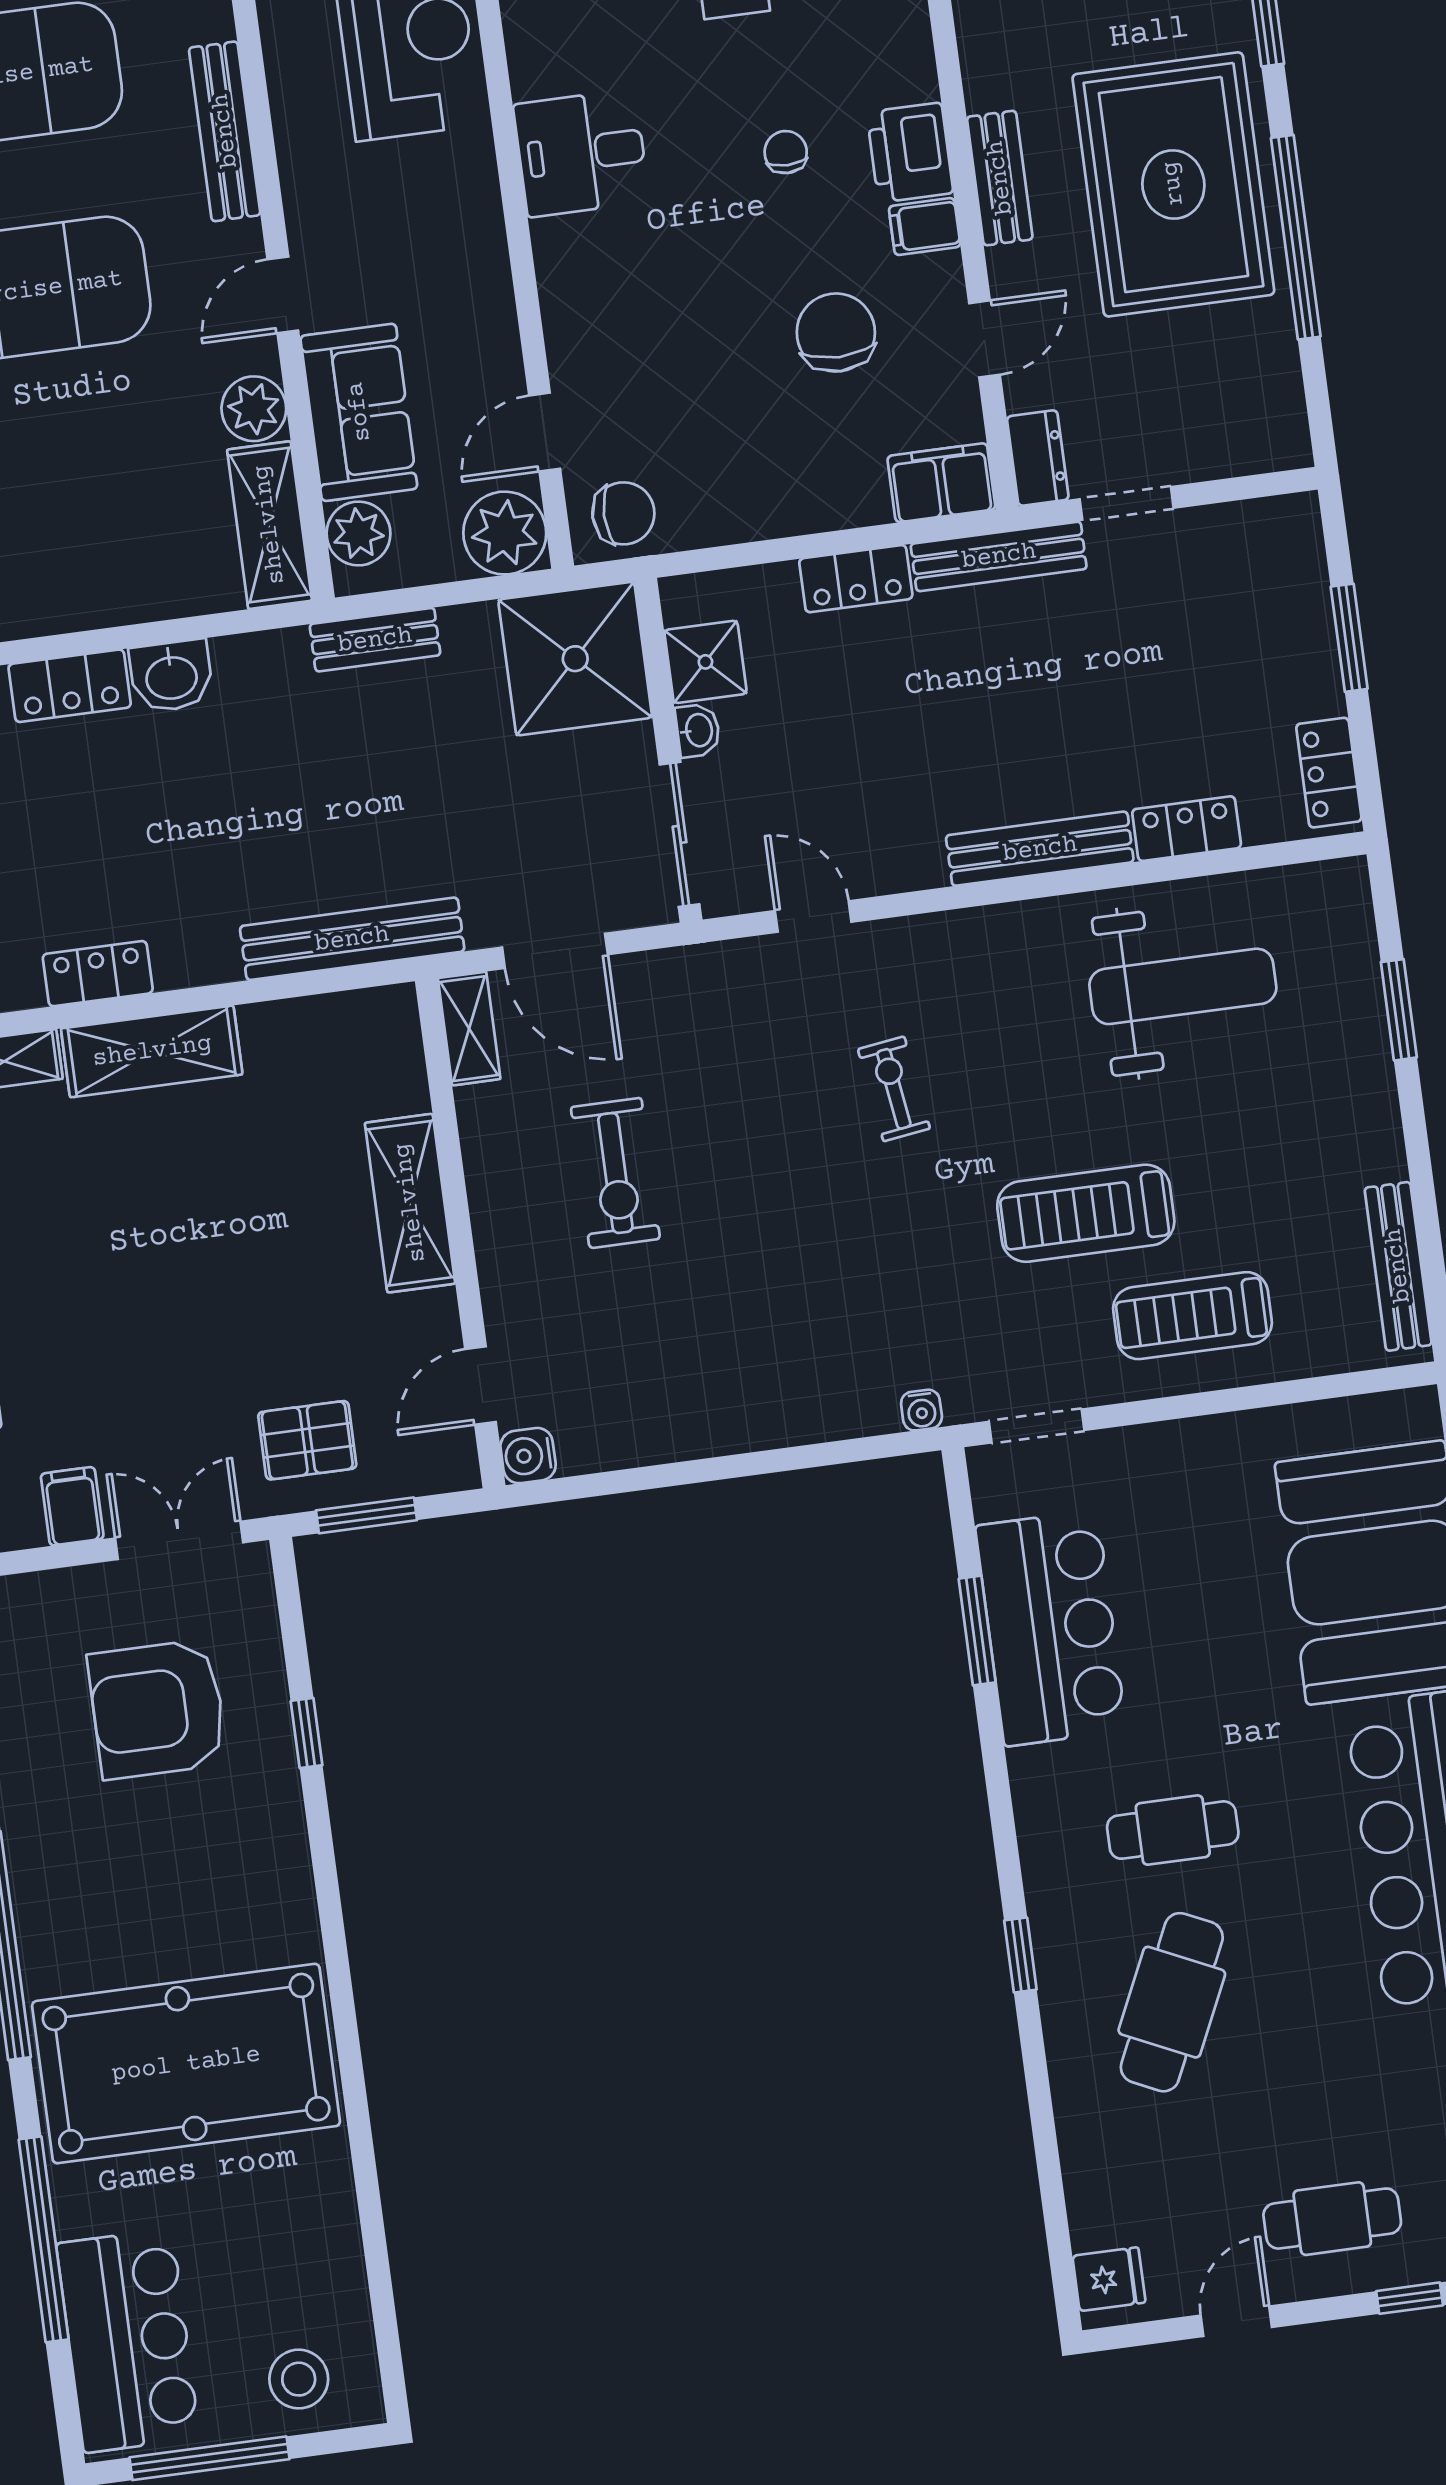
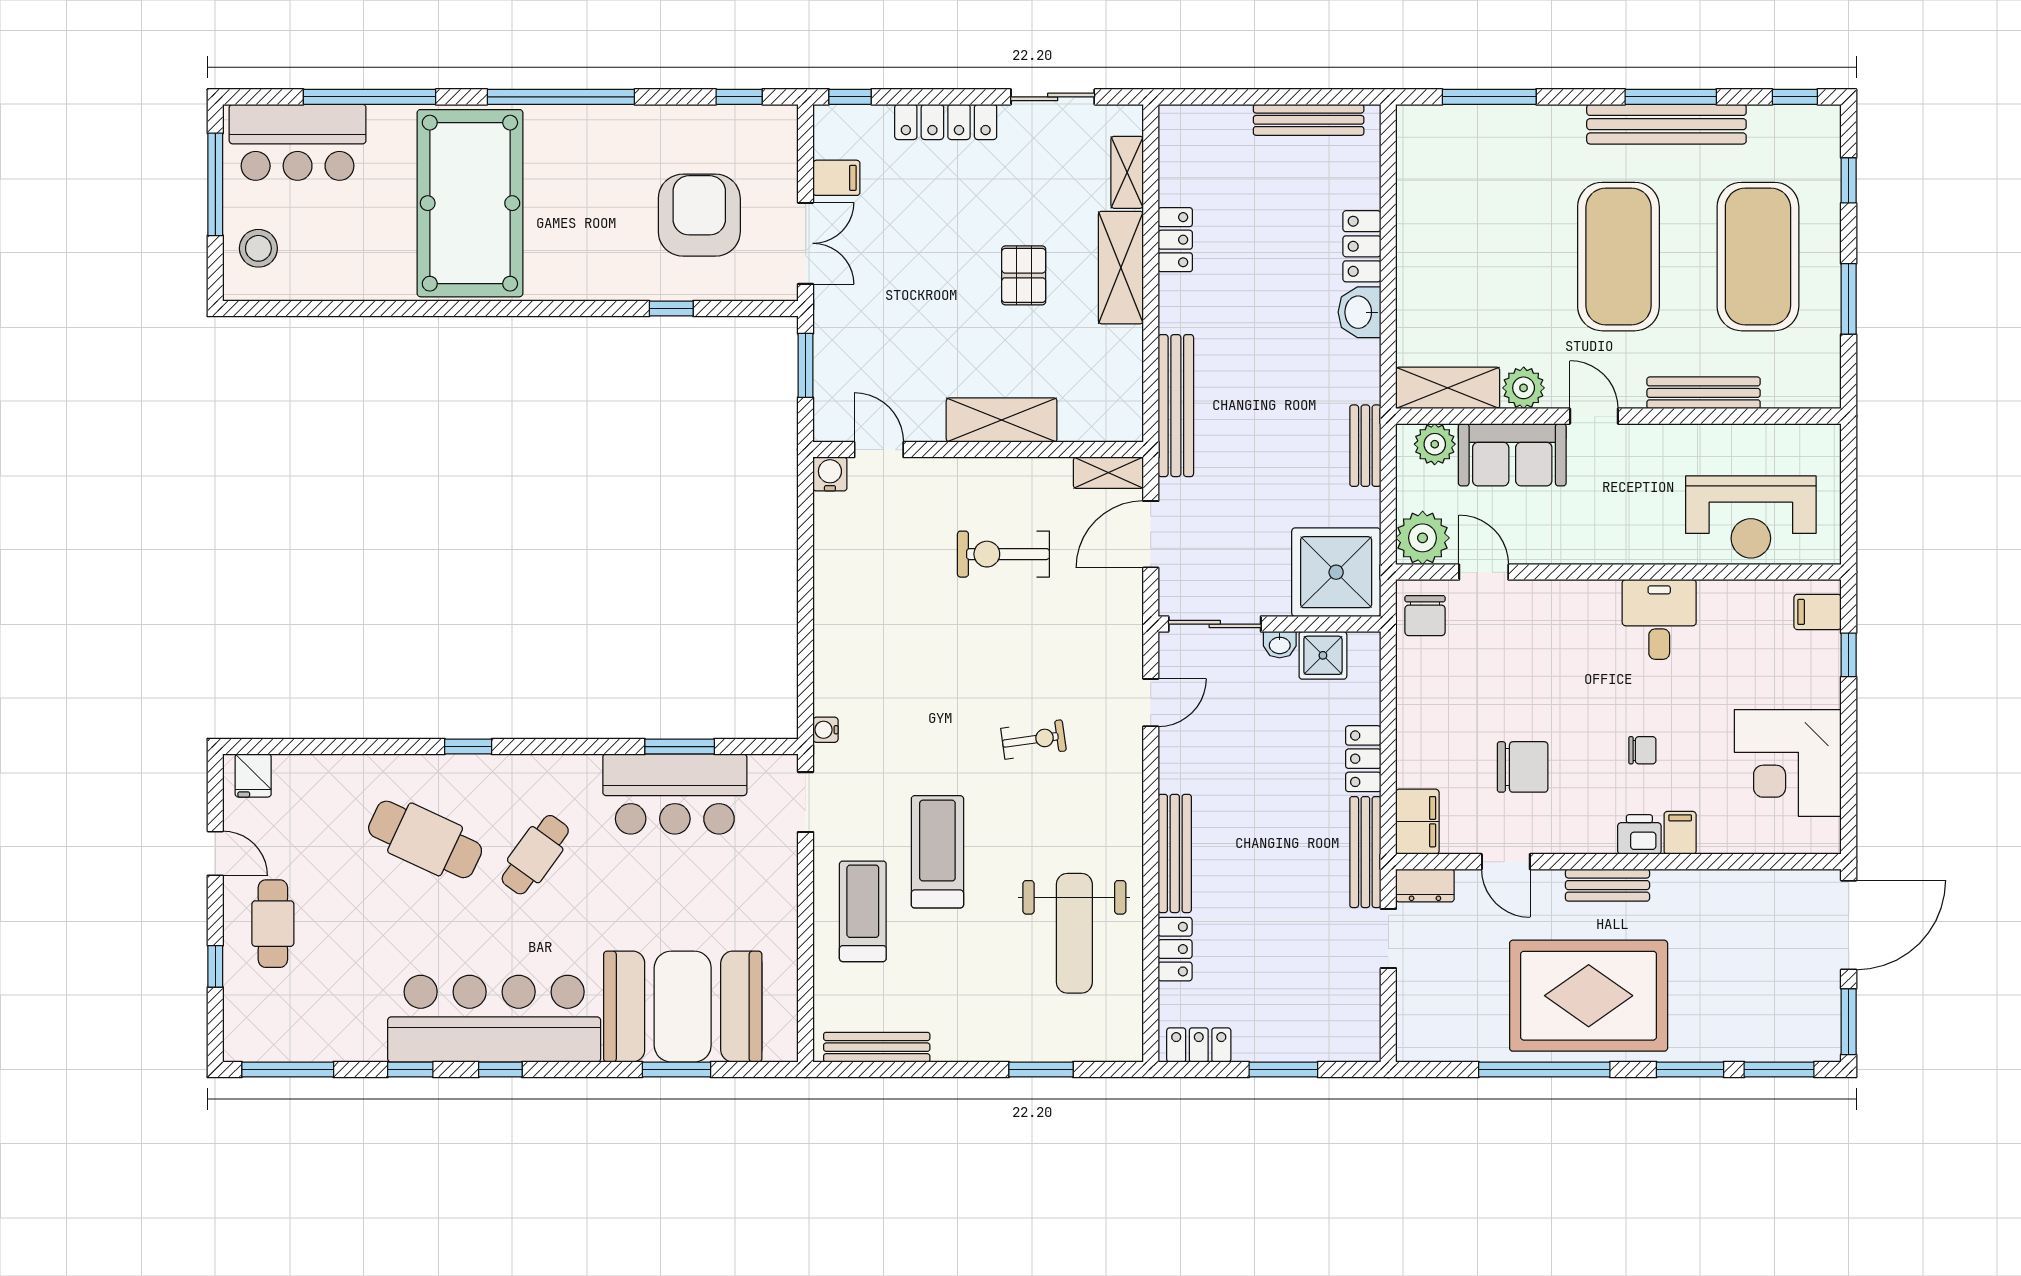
printer: (910, 153) -> (1639, 834), width x0.73, depth x0.81
filing cabinet: (925, 227) -> (1680, 833), moved
pallet: (307, 1440) -> (1024, 275), moved
cafe table: (1173, 1830) -> (535, 855), turned 36

